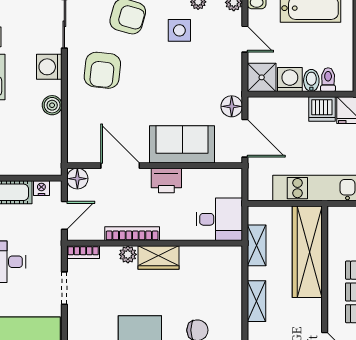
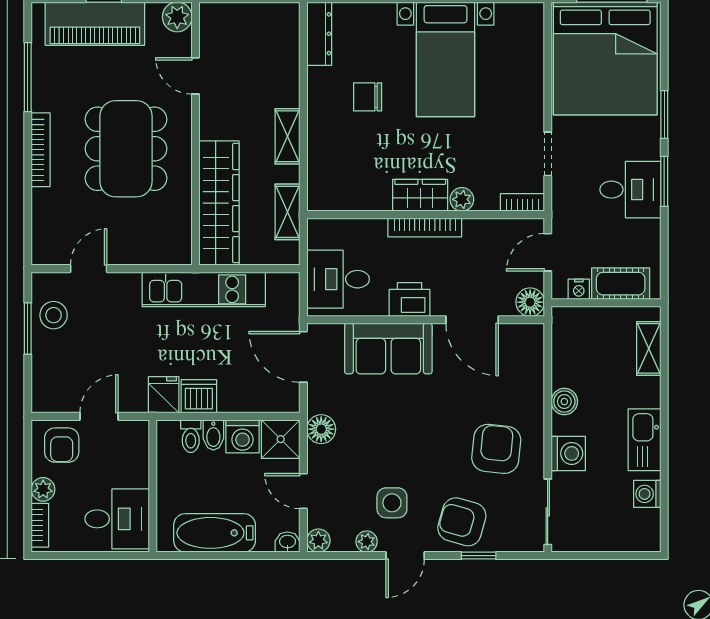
floor lamp: (232, 106) -> (321, 429), moved
desk: (219, 219) -> (338, 279), moved
bookcase: (132, 234) -> (425, 228), moved

